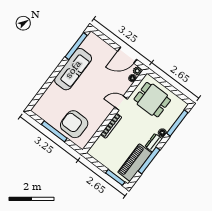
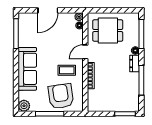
door: (127, 55) -> (48, 10), moved
sofa: (73, 69) -> (27, 69), moved
coffee table: (95, 107) -> (67, 70), added
plant: (38, 109) -> (24, 106), added
armchair: (74, 124) -> (61, 96), turned 82
piano: (135, 163) -> (131, 90), removed

